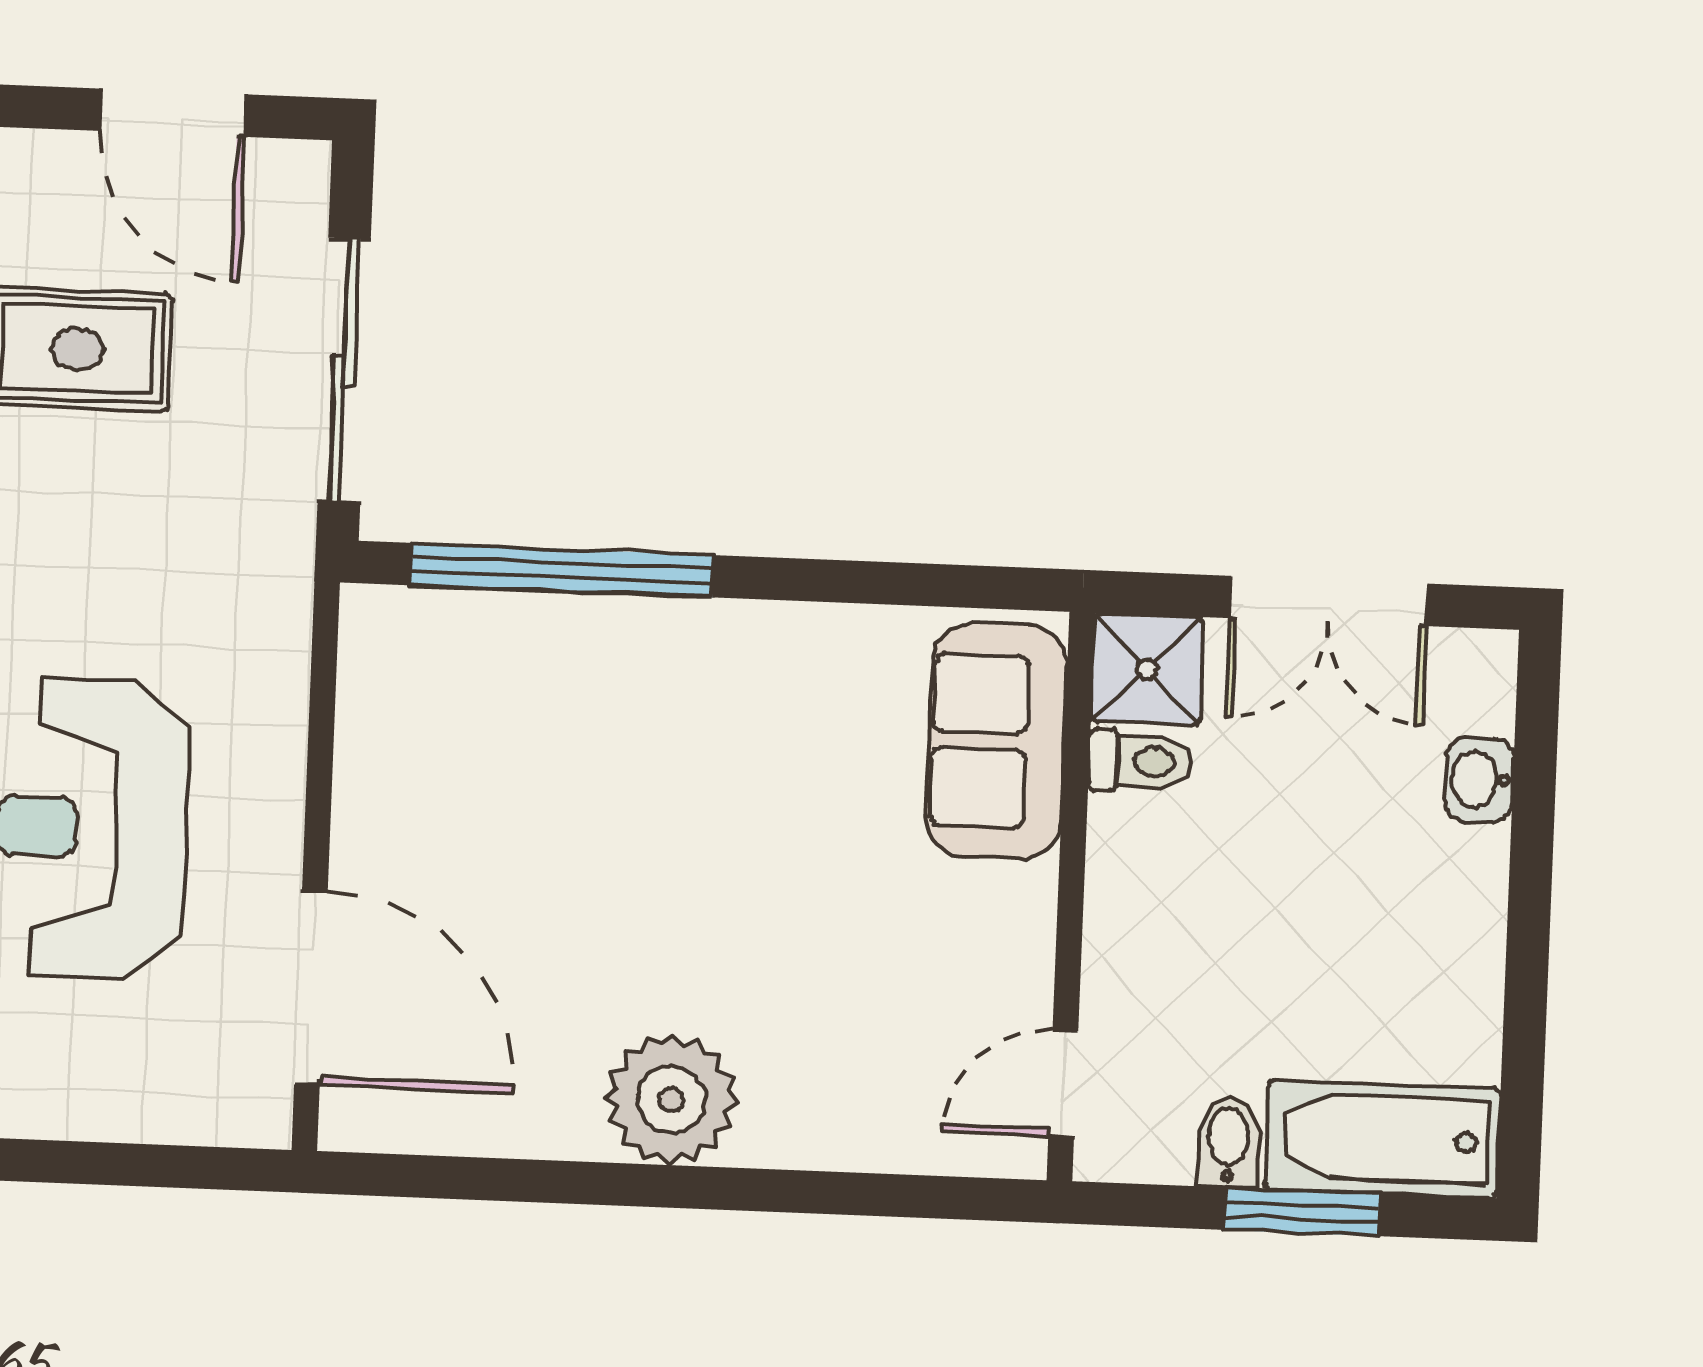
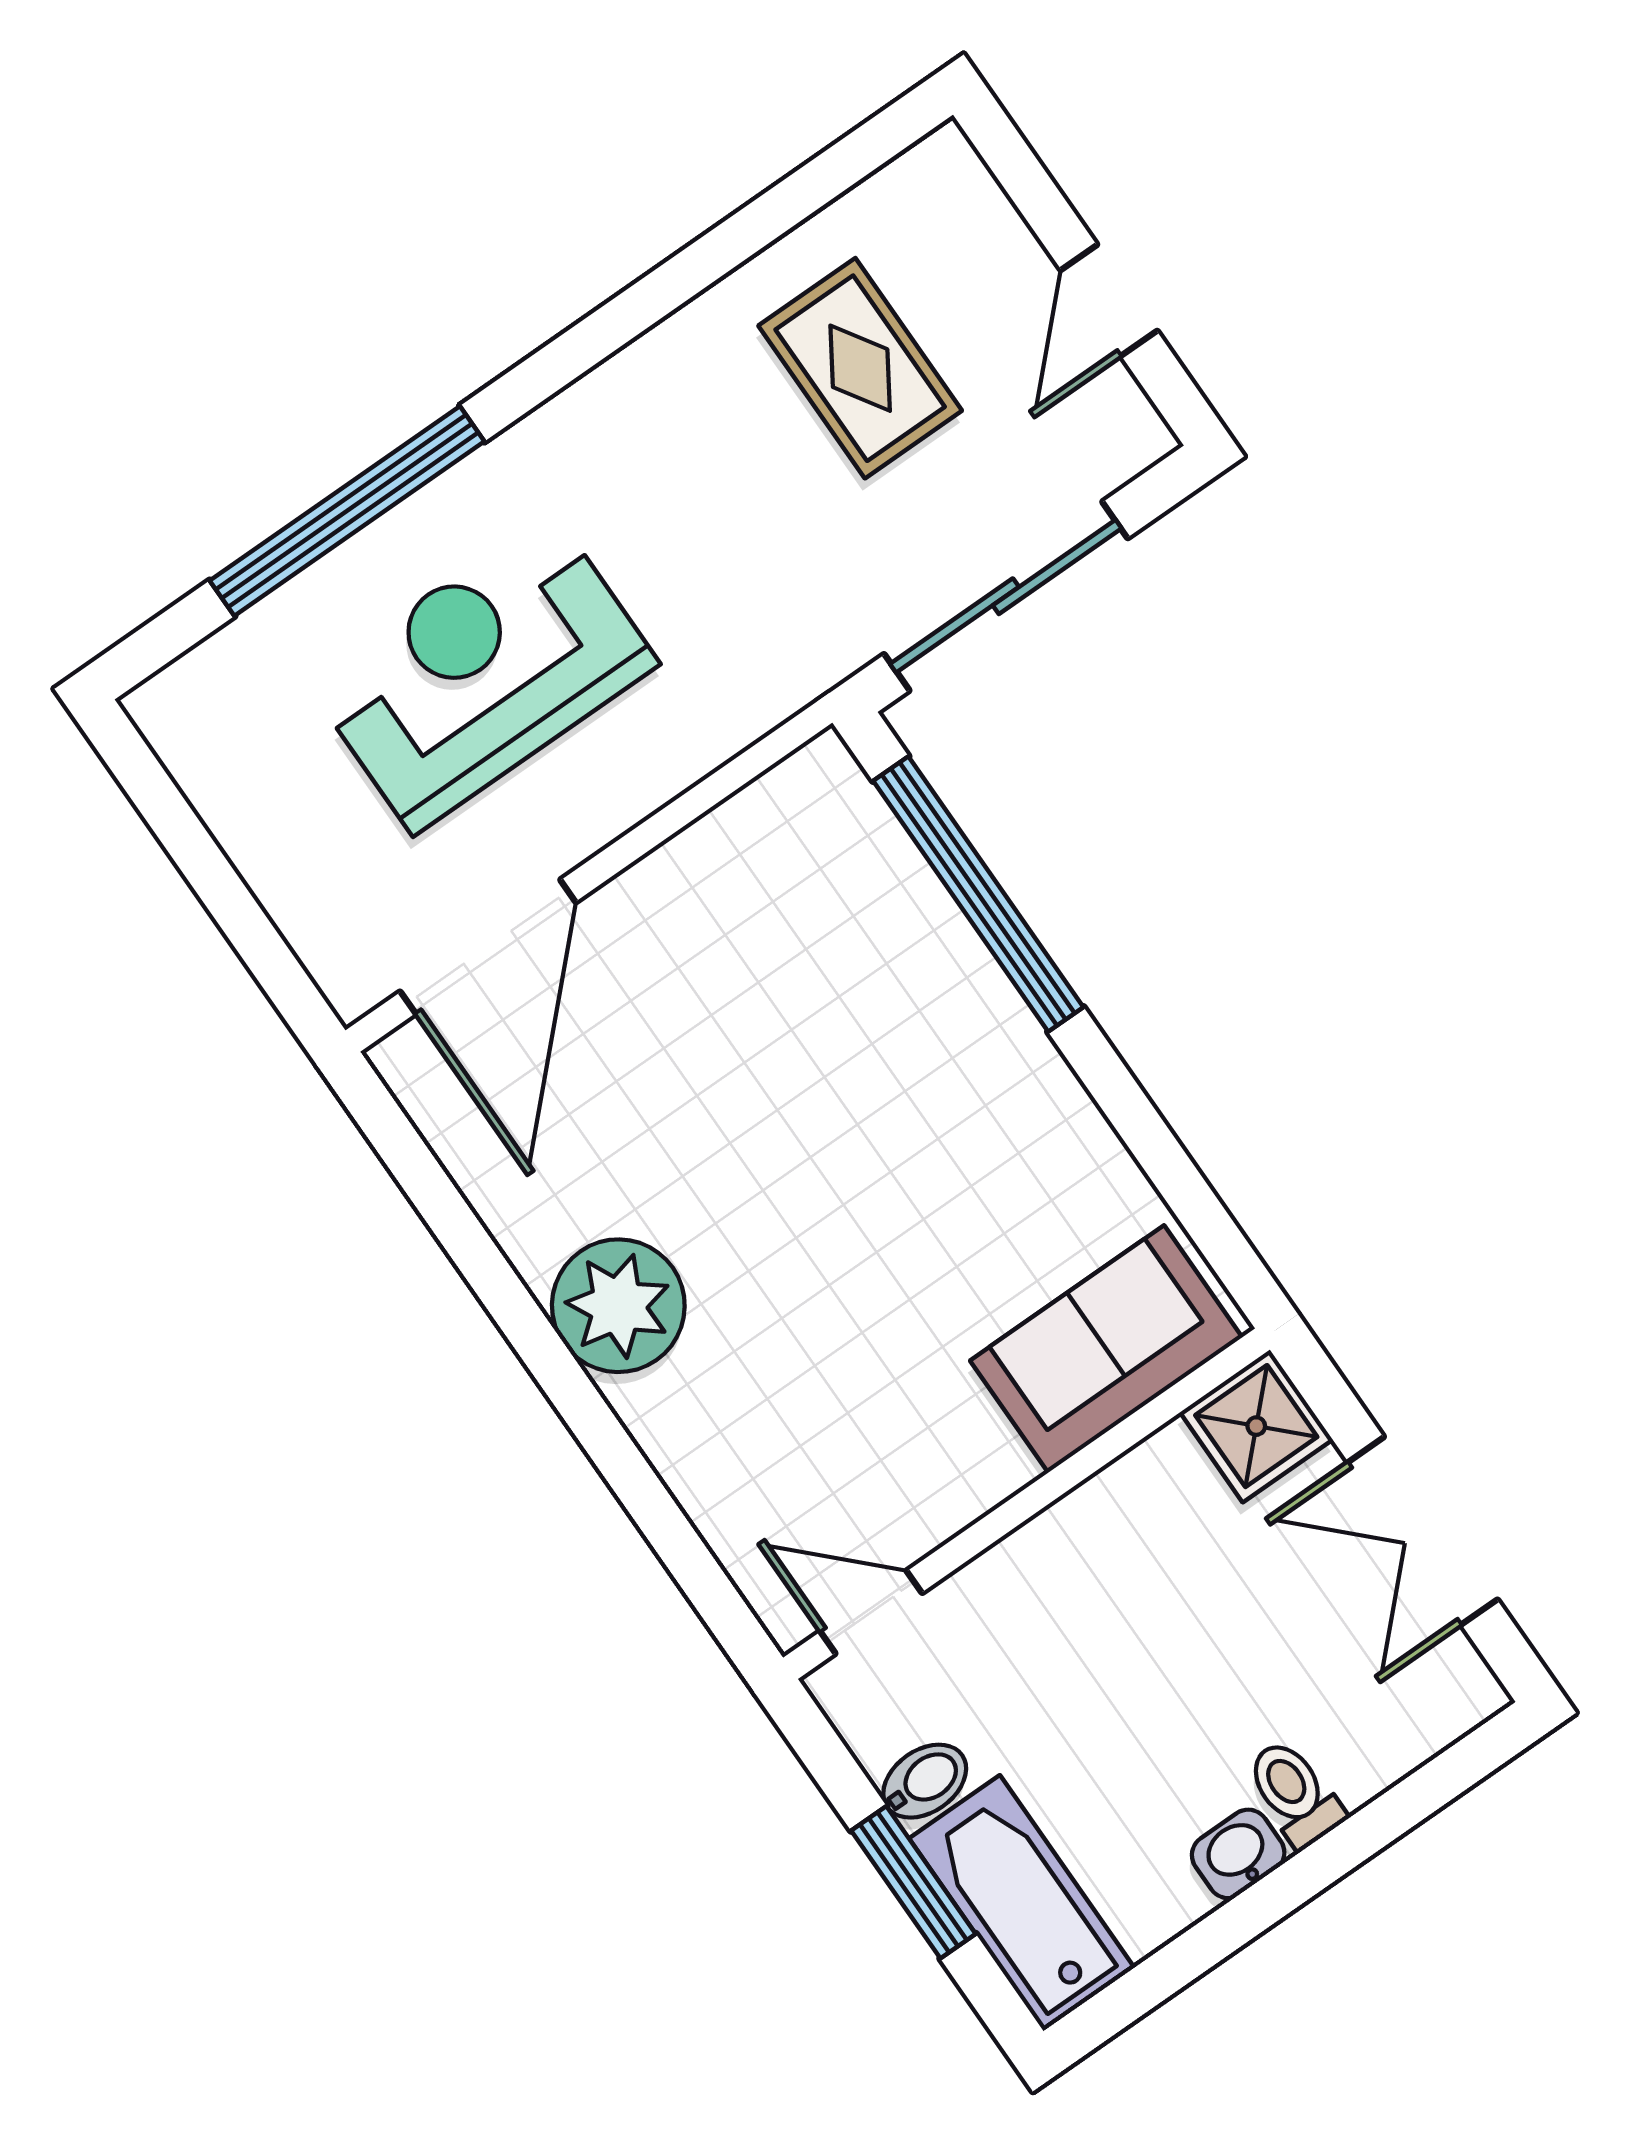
door: (173, 113) -> (1109, 300), width x0.73
toilet: (1140, 761) -> (1295, 1793), moved, turned 180
washbasin: (1479, 779) -> (1238, 1854), moved

